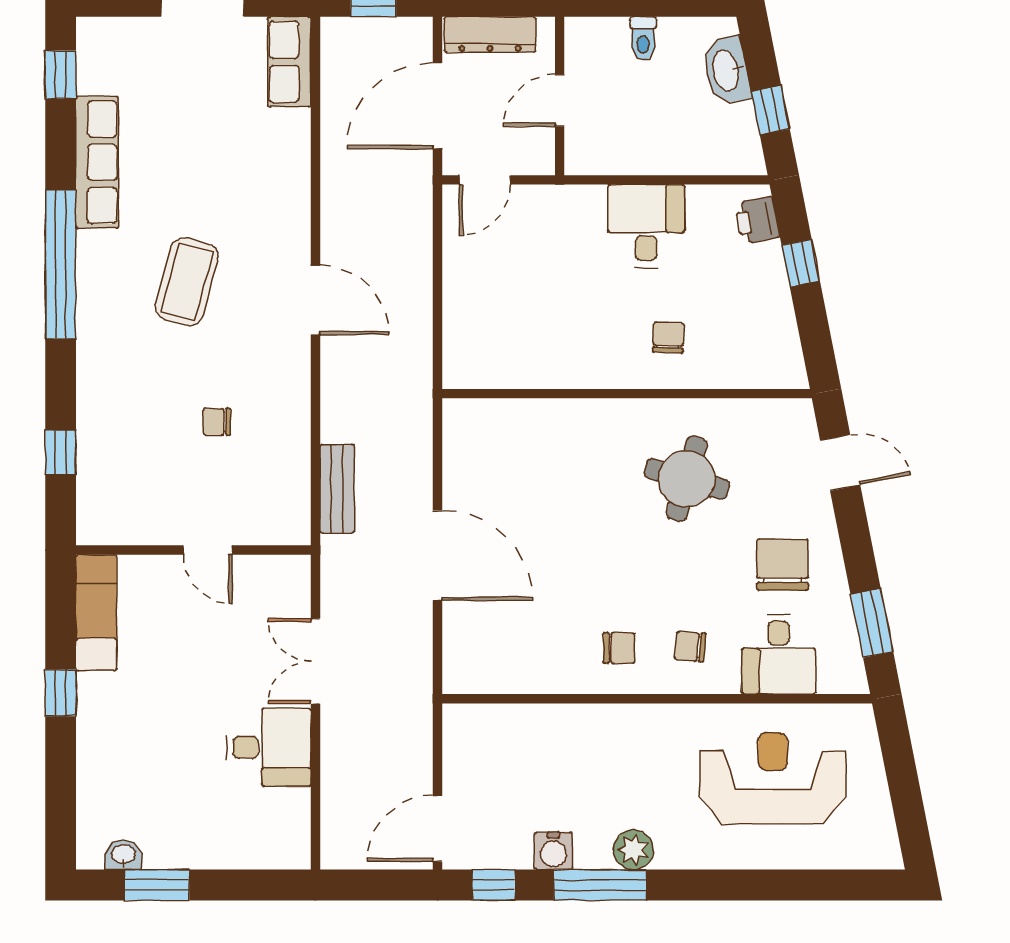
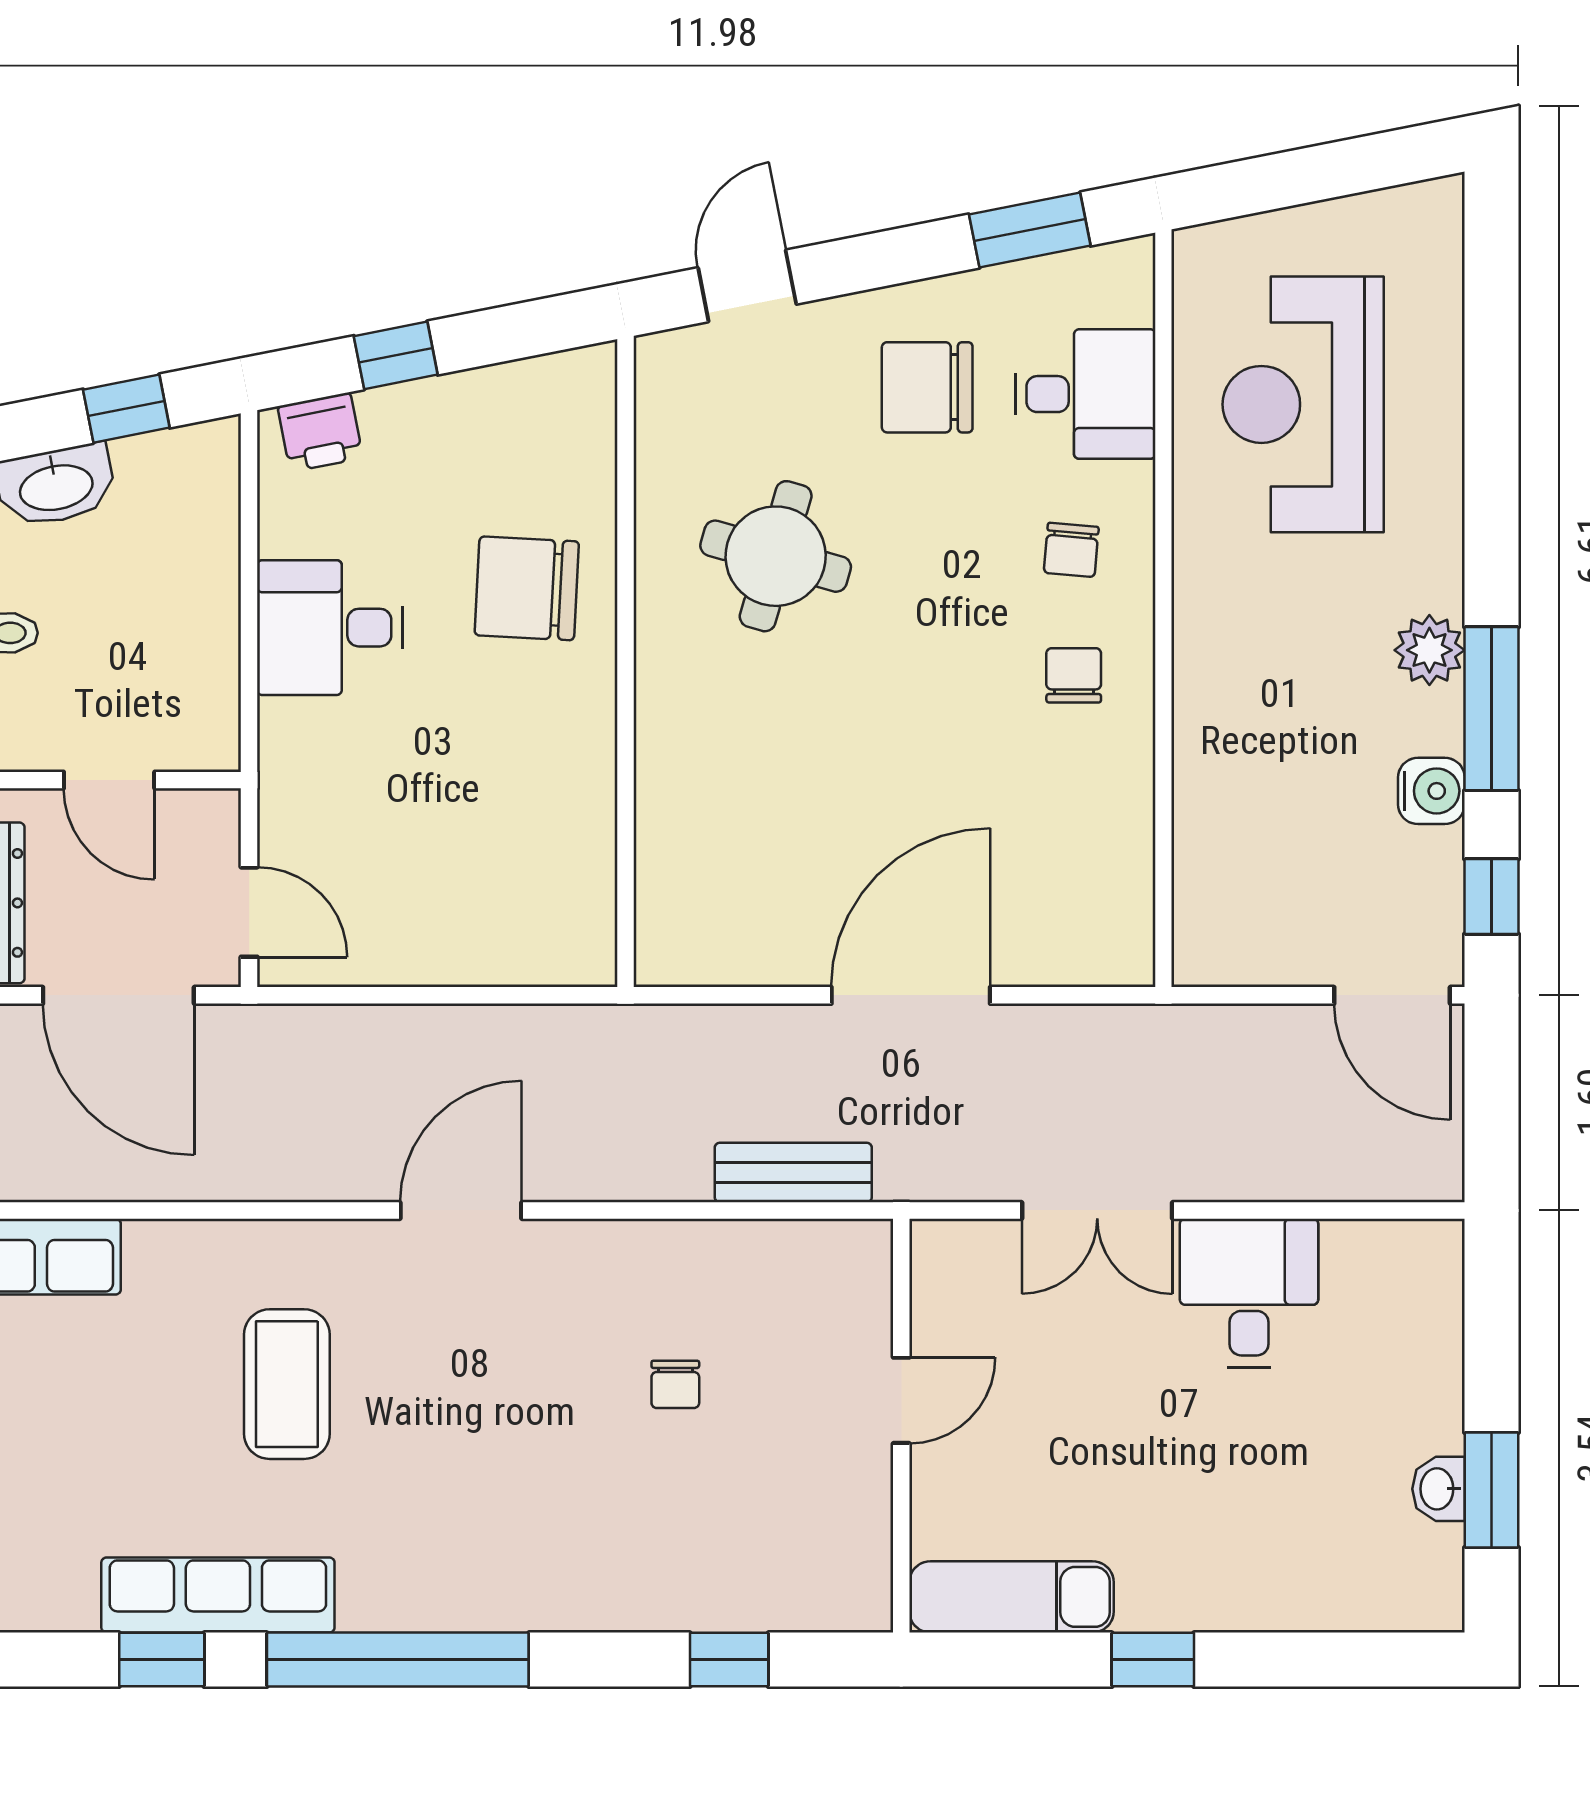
window: (61, 75) -> (162, 1660), moved
coffee table: (187, 282) -> (287, 1384), moved, turned 75
chair: (668, 338) -> (527, 588), width x1.87, depth x1.87
washbasin: (123, 855) -> (1438, 1489), moved

